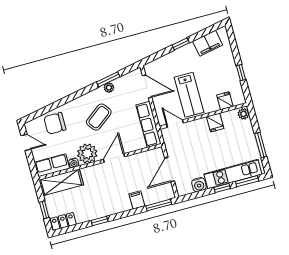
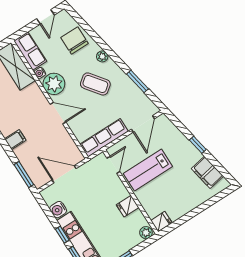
window: (241, 73) -> (188, 217), removed
plant: (109, 88) -> (102, 56), moved
fridge: (225, 101) -> (161, 222), moved
filing cabinet: (137, 200) -> (15, 140), moved

